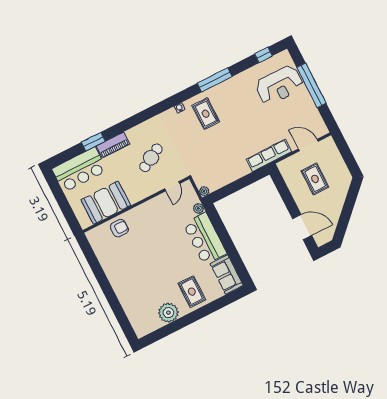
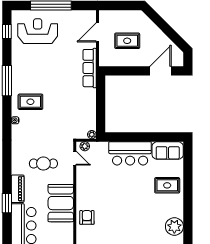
reception desk: (279, 85) -> (38, 31), turned -90
cafe table: (151, 158) -> (43, 164), turned -61
booth: (106, 203) -> (61, 203), moved
plant: (198, 208) -> (85, 146), moved
plant: (168, 313) -> (174, 226), moved

